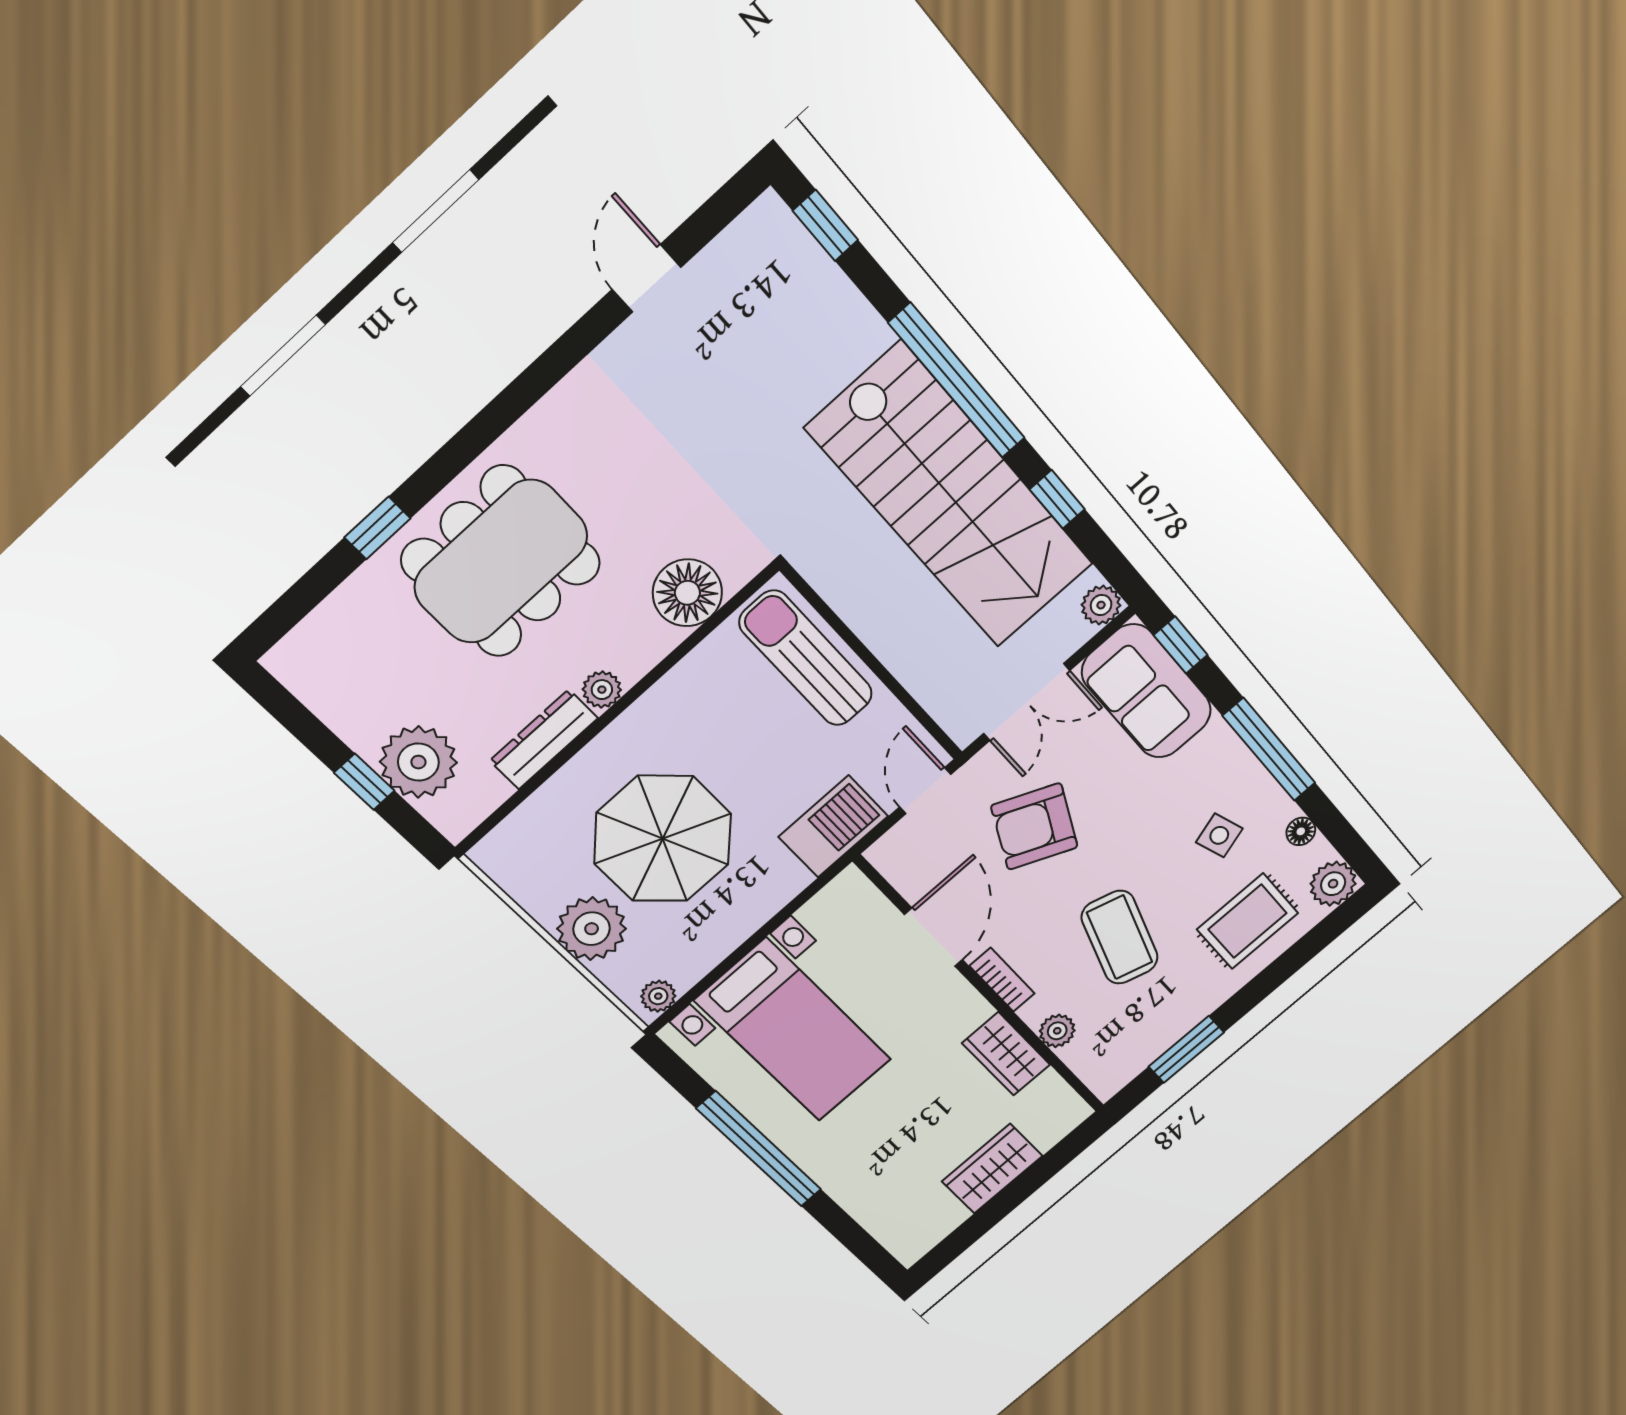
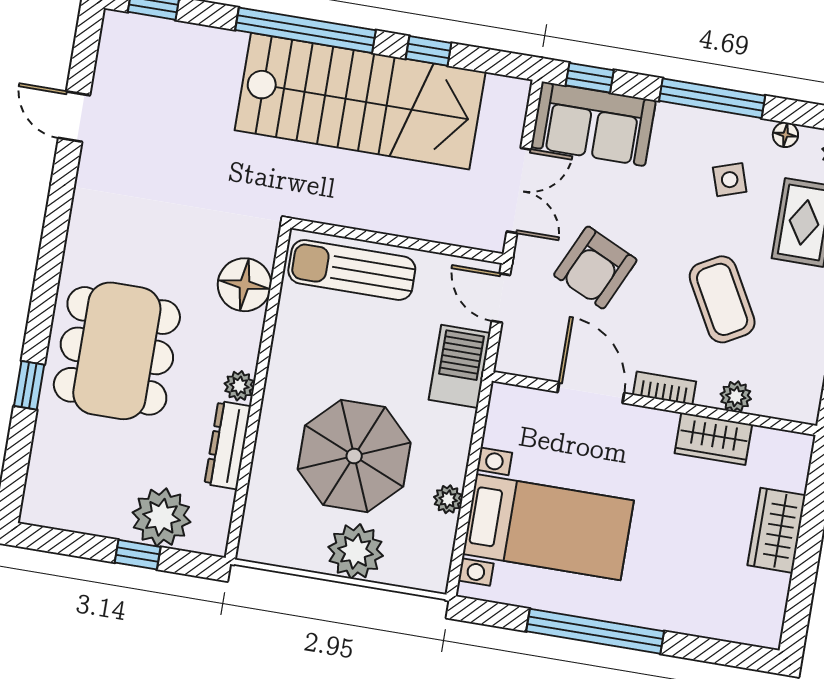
plant: (1101, 605) -> (514, 93), removed
coffee table: (1120, 937) -> (722, 299), turned 44
plant: (658, 996) -> (448, 499), moved

